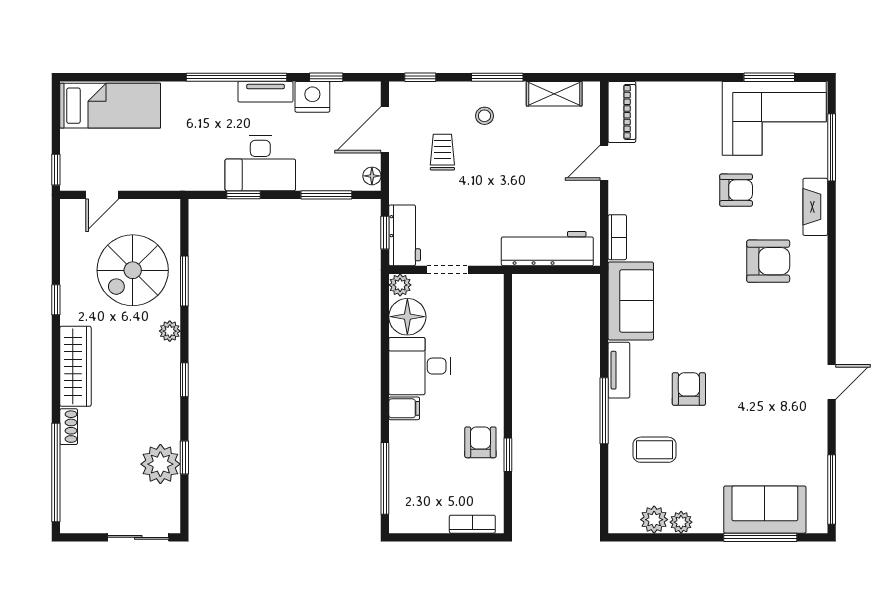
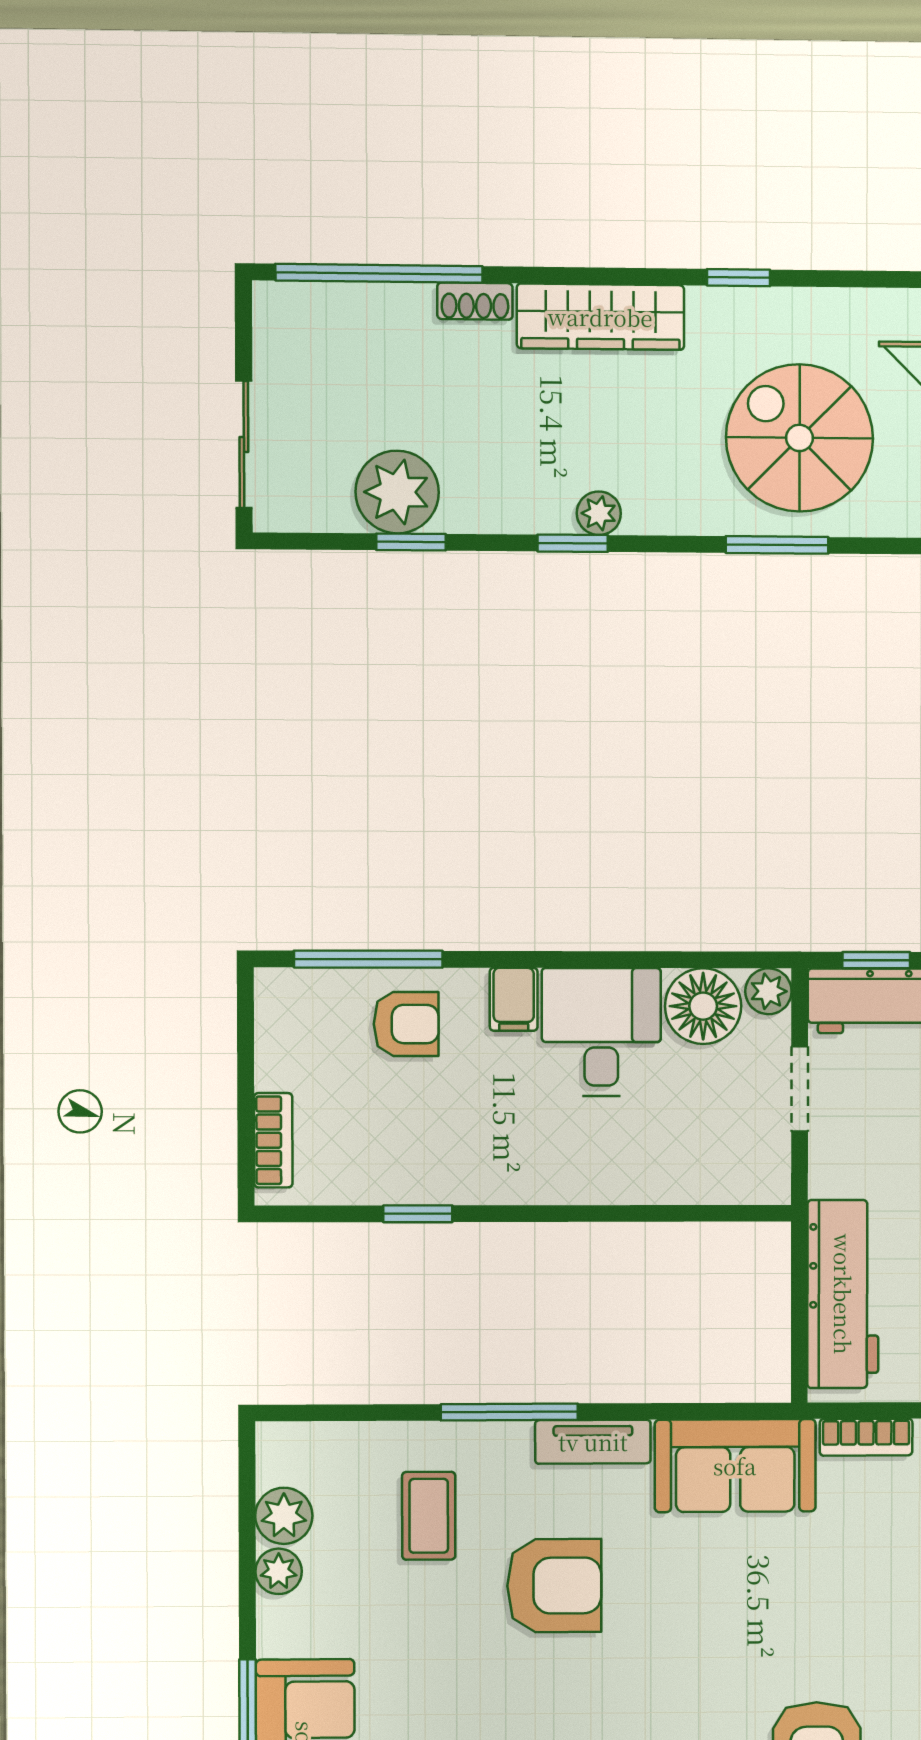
plant: (170, 331) -> (599, 513), moved
armchair: (689, 389) -> (554, 1586), width x1.38, depth x1.38
armchair: (480, 442) -> (406, 1024), moved

